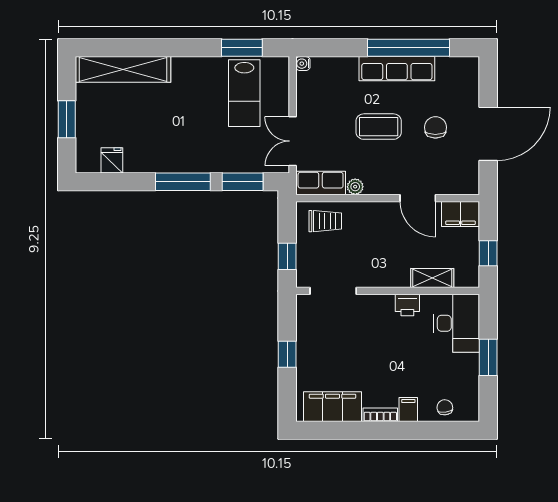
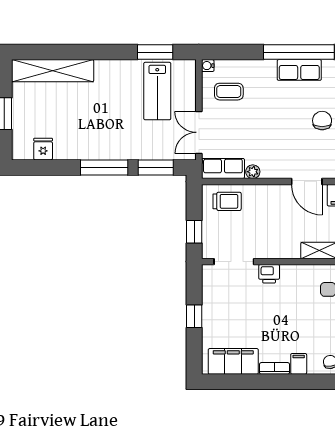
row of seats: (397, 69) -> (299, 70), width x0.68
coffee table: (379, 127) -> (229, 92), moved, width x0.73, depth x0.77
printer: (407, 305) -> (269, 274), moved

